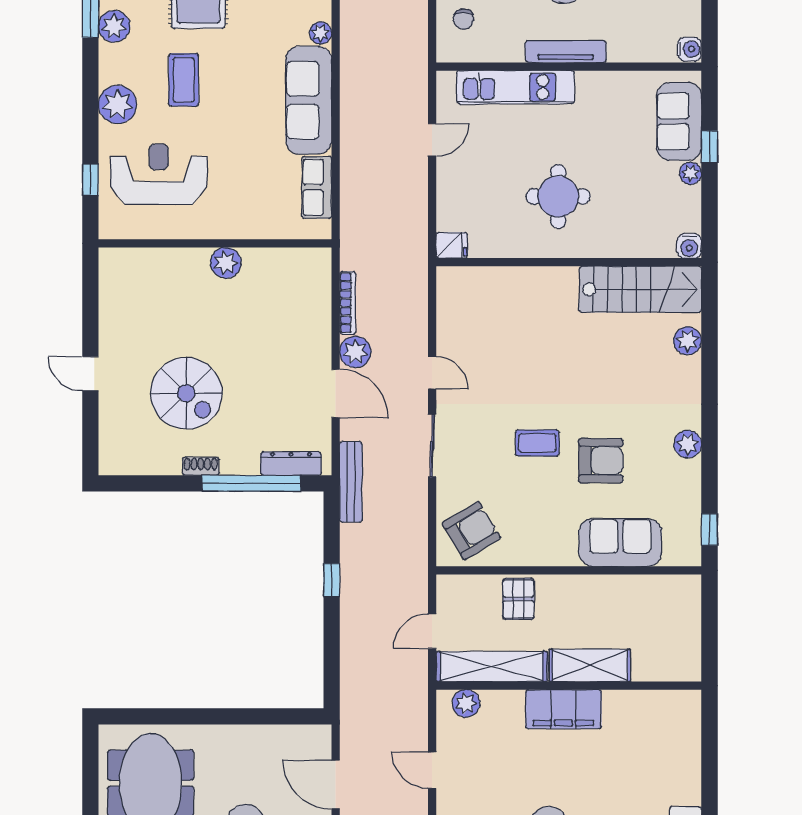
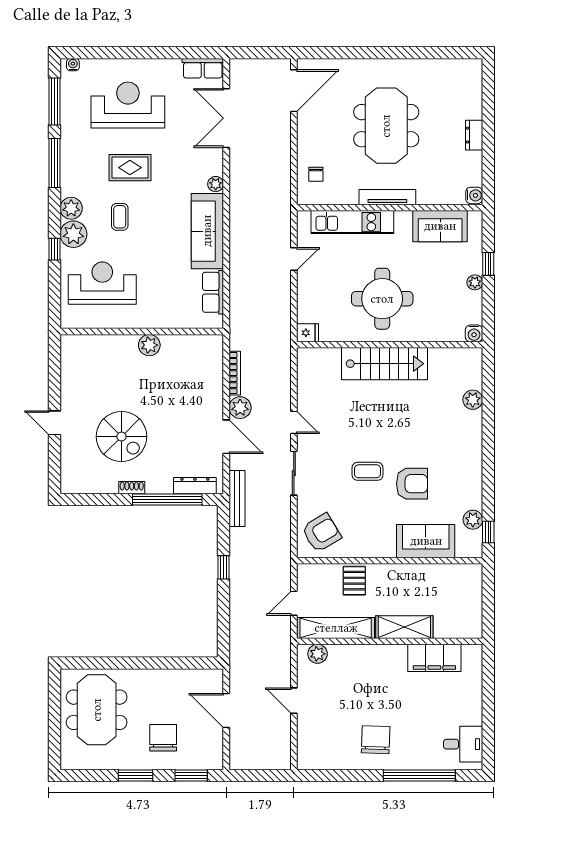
plant: (114, 26) -> (71, 208), moved
coffee table: (184, 80) -> (120, 217), width x0.73, depth x0.77
sofa: (679, 121) -> (440, 226), moved, turned -90
window: (90, 180) -> (54, 249), moved
round table: (558, 197) -> (382, 299), width x1.36, depth x1.36
stairs: (640, 289) -> (384, 364), moved
plant: (688, 444) -> (473, 520), moved
filing cabinet: (563, 709) -> (434, 658), moved

